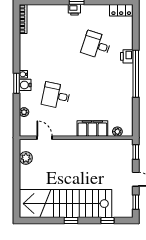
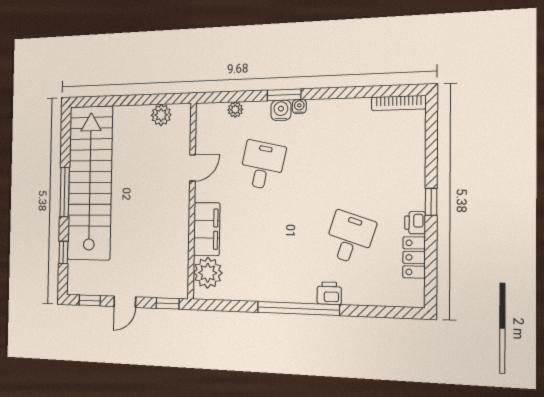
printer: (74, 10) -> (415, 223), moved
locker: (121, 10) -> (414, 257), moved
plant: (117, 132) -> (208, 273), width x1.87, depth x1.87
door: (45, 138) -> (192, 168), moved
window: (71, 221) -> (65, 192), width x2.17

